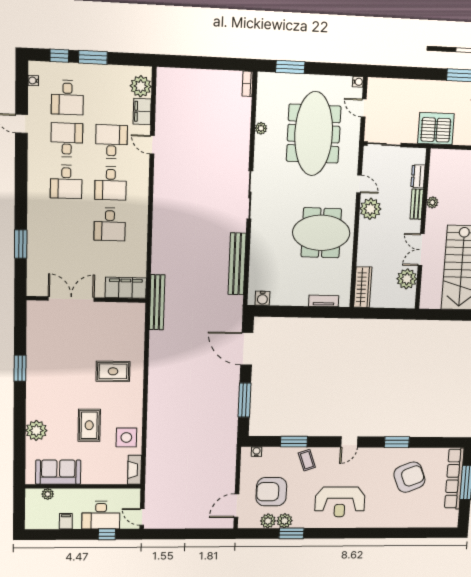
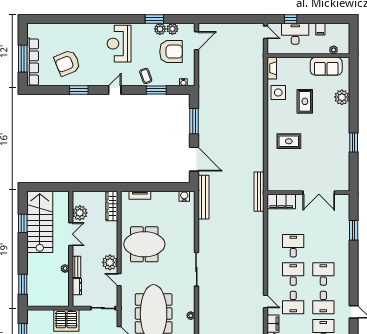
bench: (237, 264) -> (203, 197), moved
reception desk: (340, 502) -> (119, 44), turned -90

